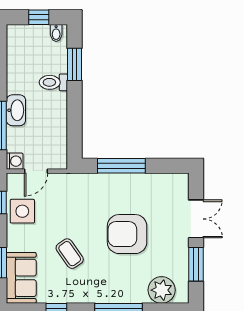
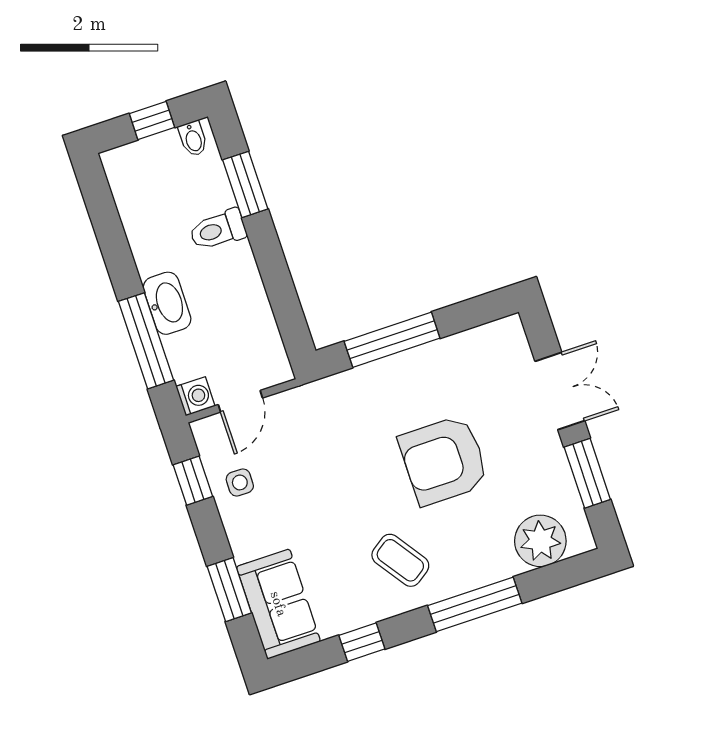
side table: (22, 211) -> (240, 482), width x0.54, depth x0.54
coffee table: (70, 254) -> (400, 560), moved

